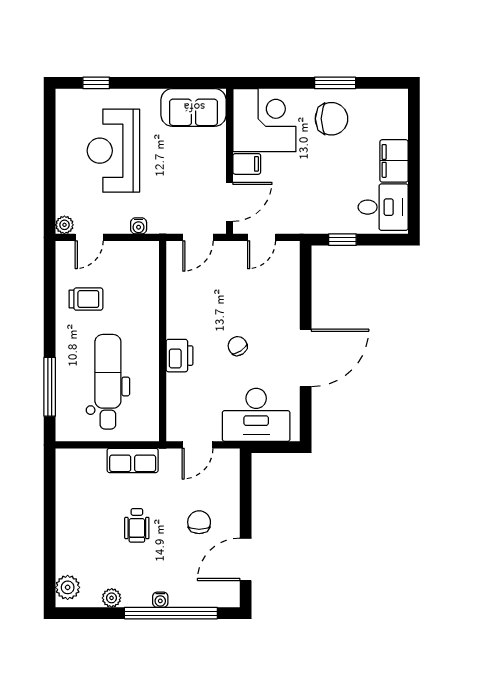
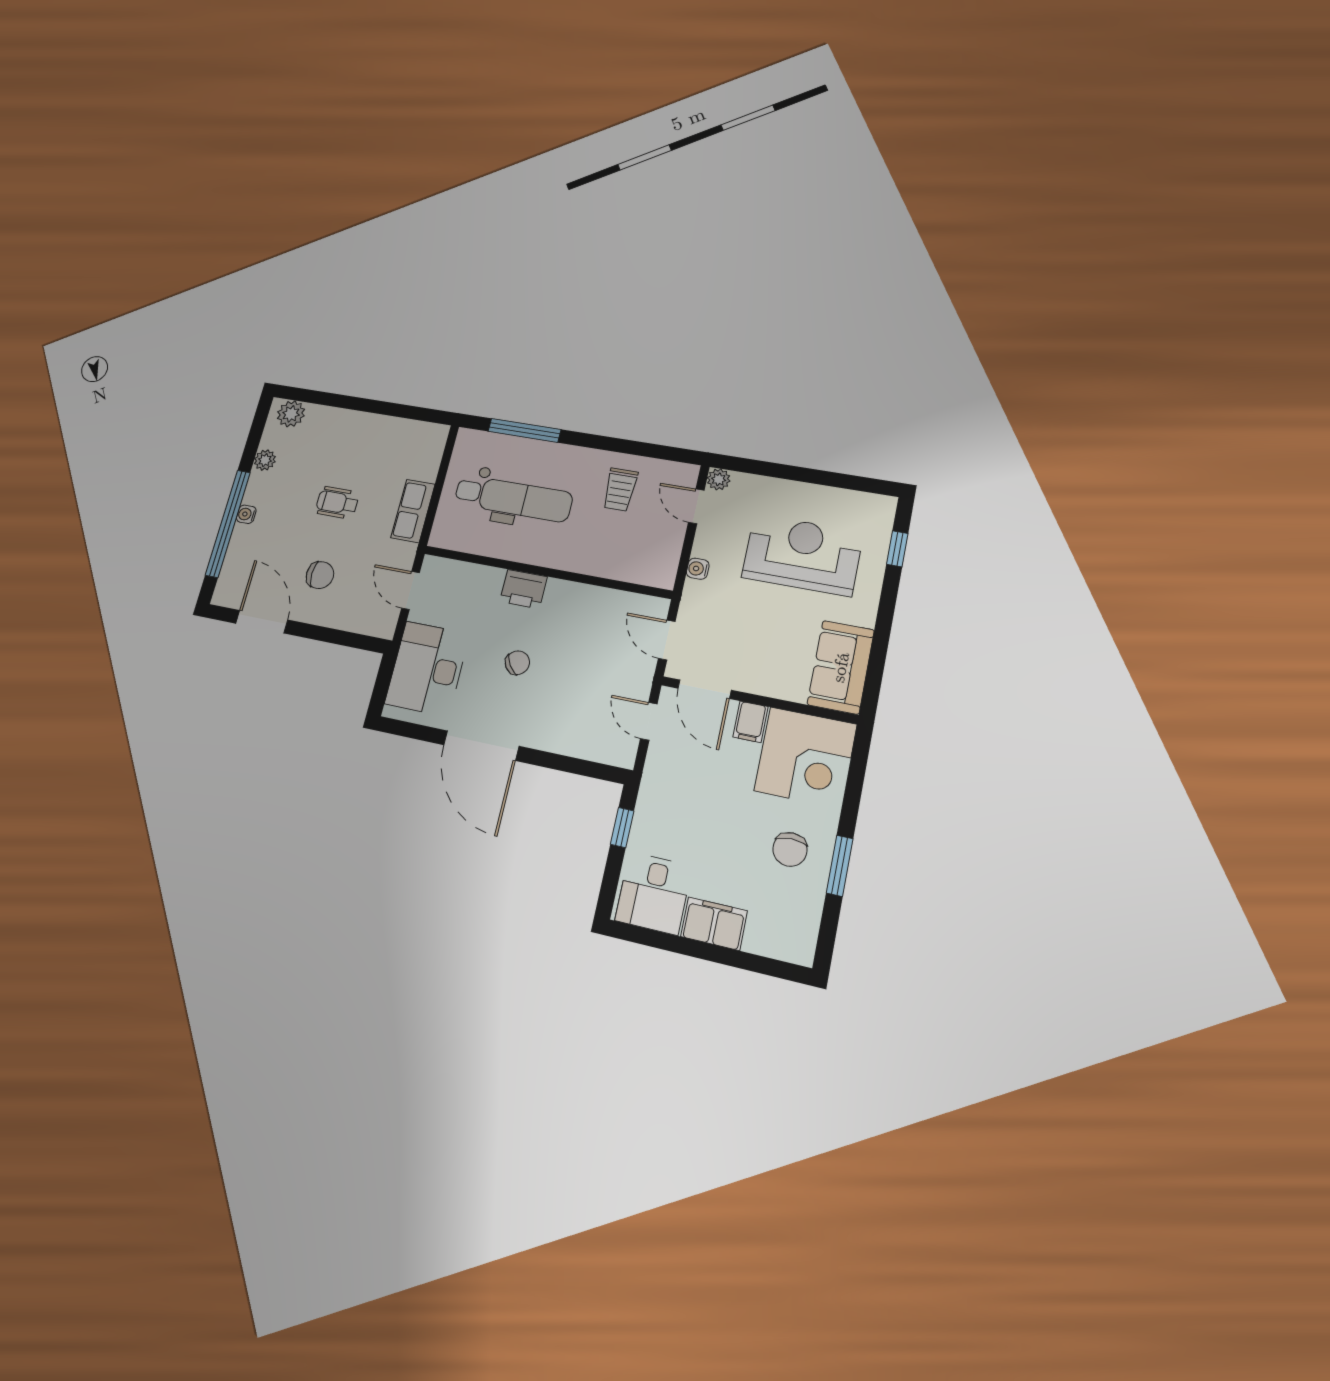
chair: (331, 119) -> (790, 849), width x0.73, depth x0.73

